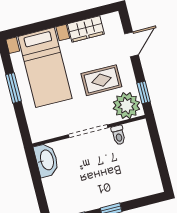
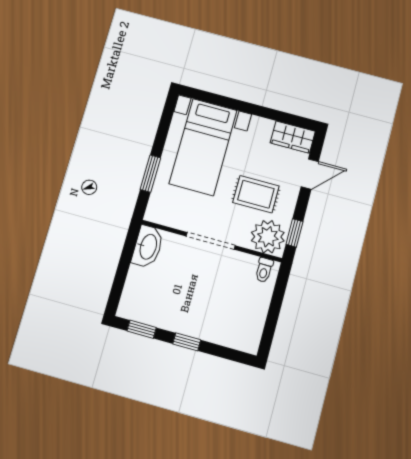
wardrobe: (86, 29) -> (293, 137), moved
window: (14, 88) -> (150, 174), moved
toilet: (118, 135) -> (264, 270), moved

